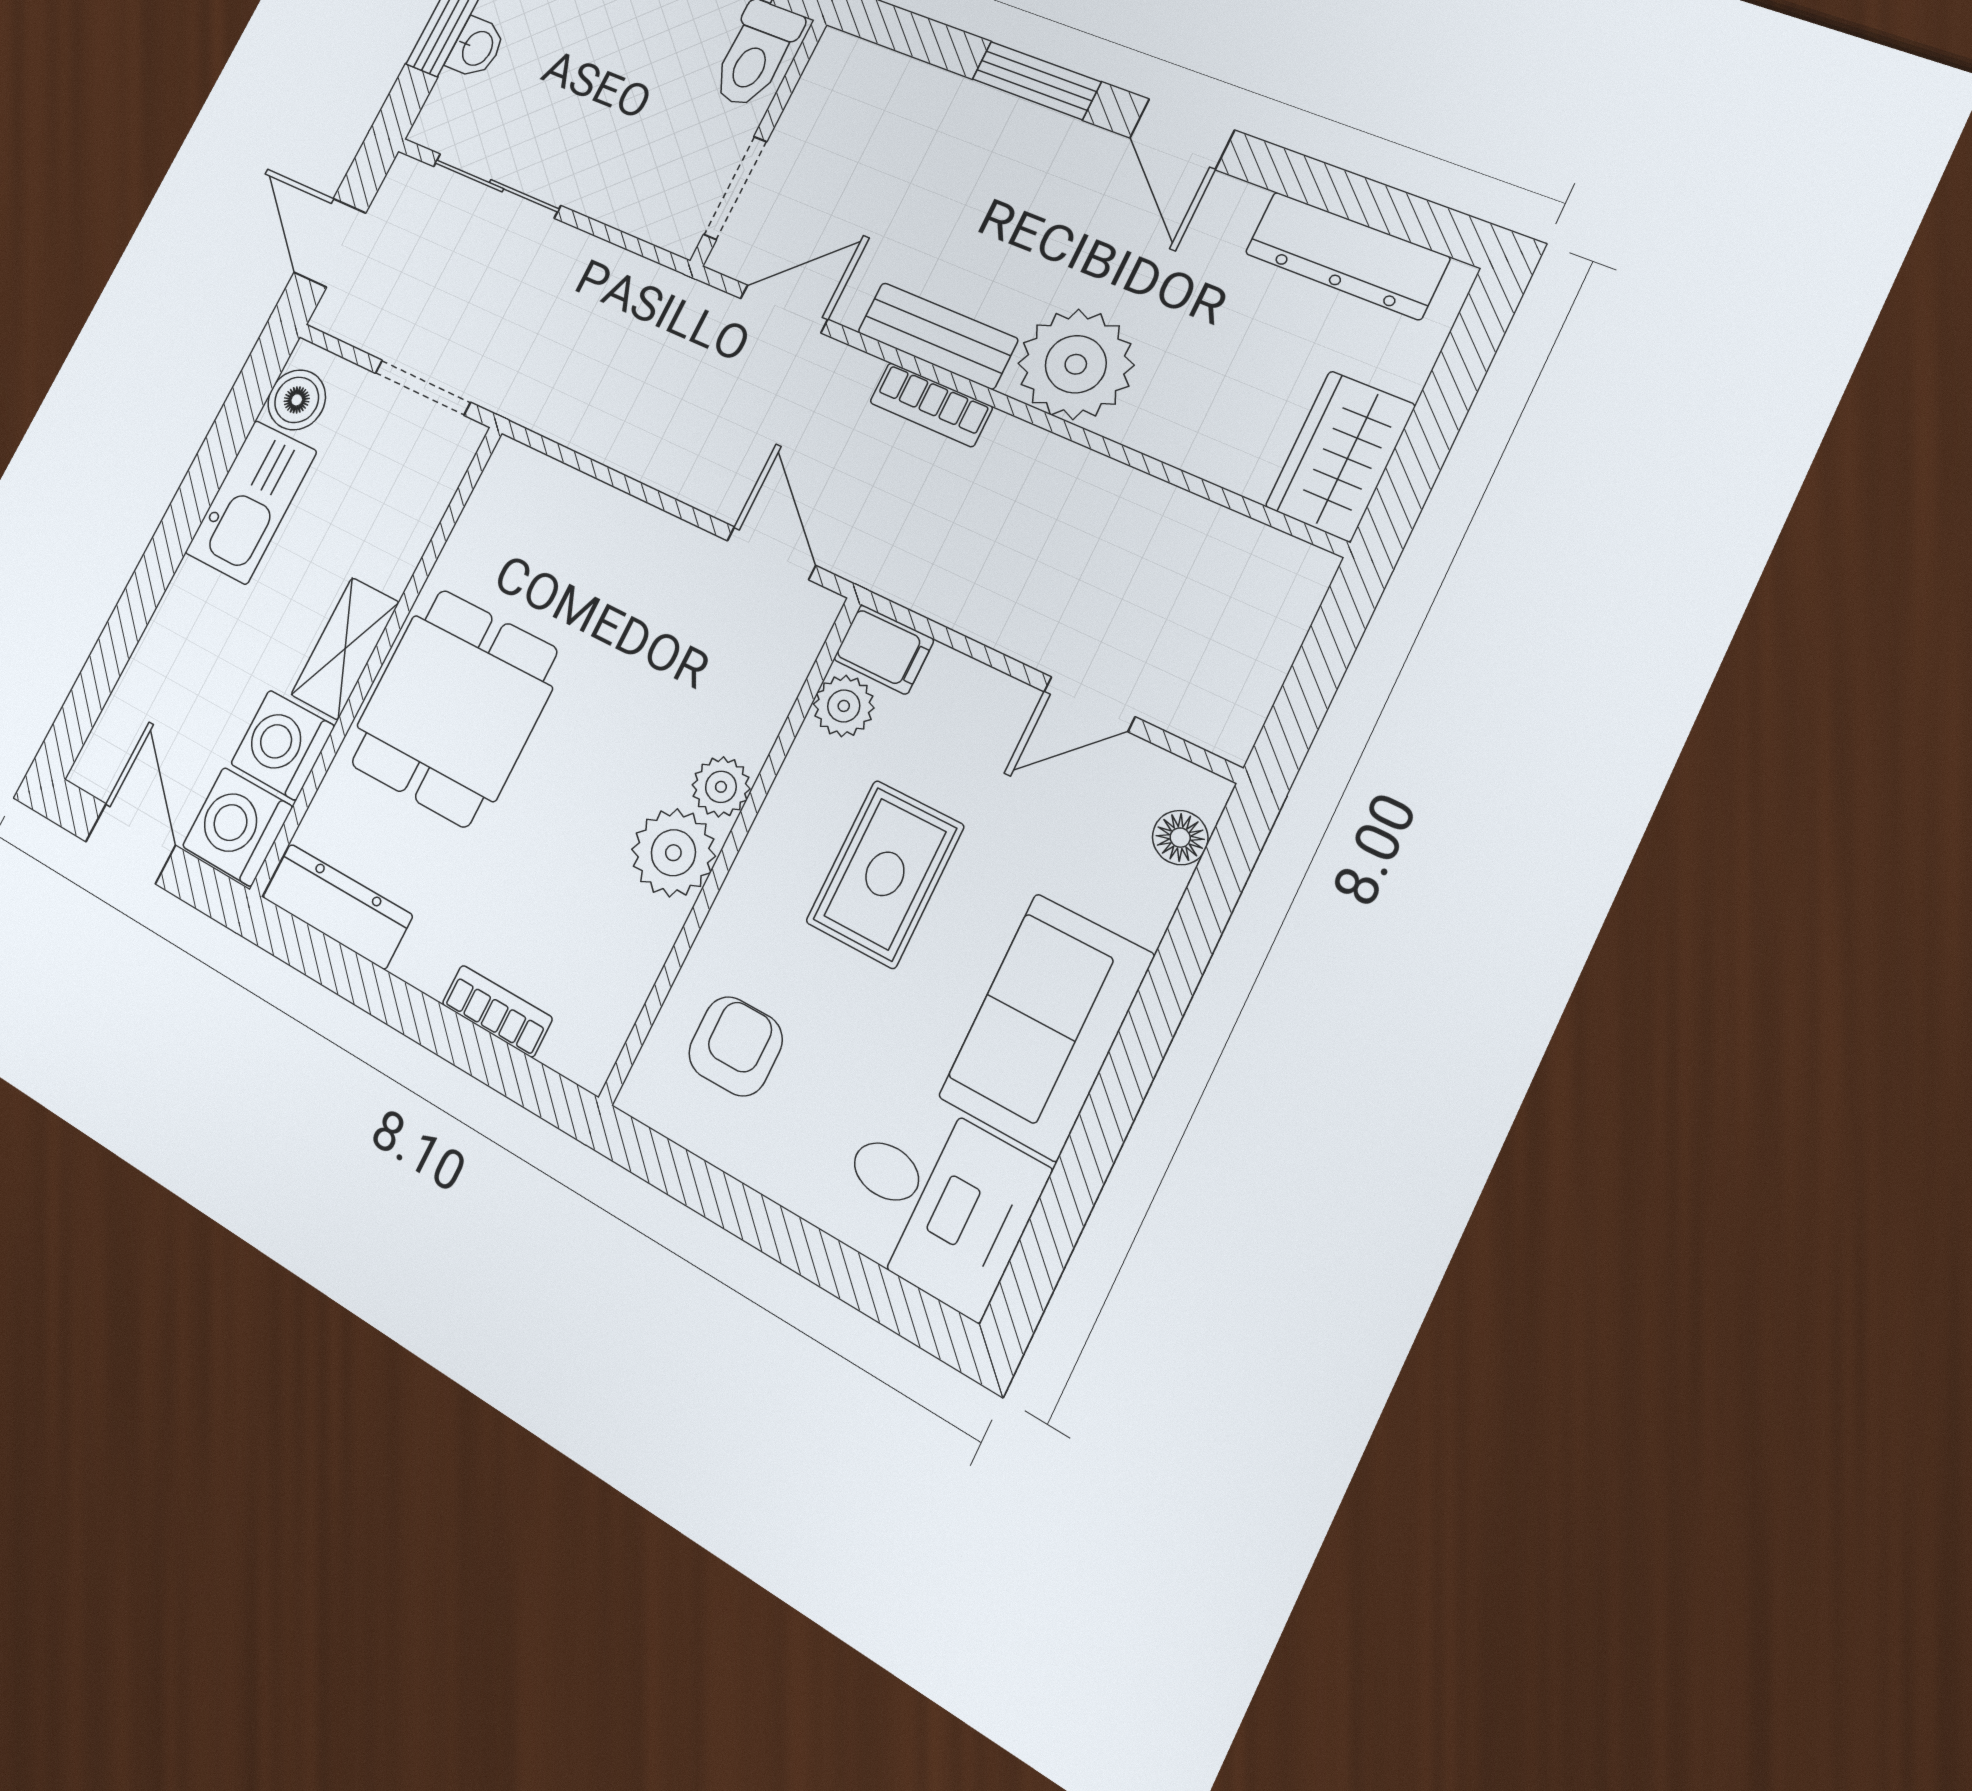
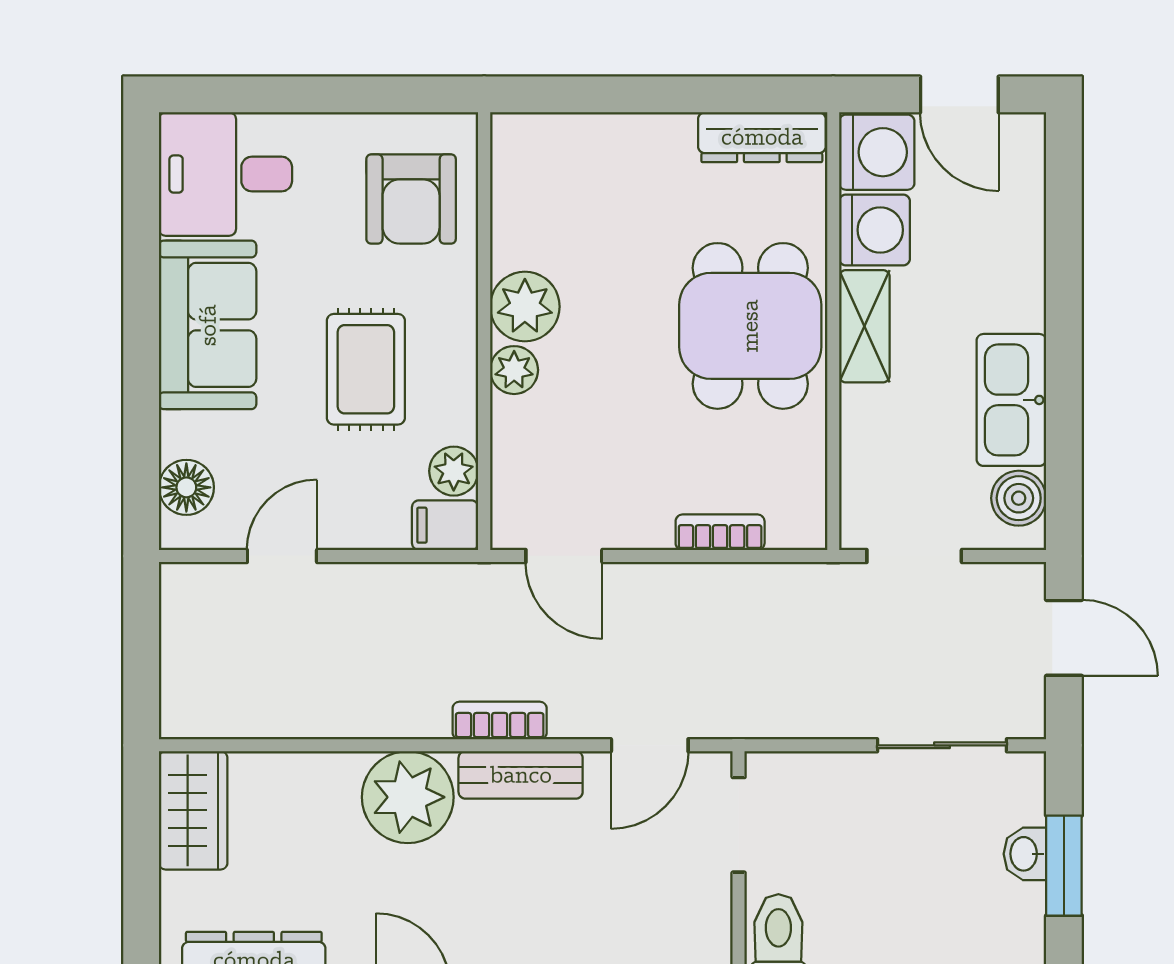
floor lamp: (1180, 838) -> (186, 487), width x1.37, depth x1.37
bookcase: (497, 1011) -> (720, 532), moved, turned 180
armchair: (736, 1046) -> (411, 199), width x1.38, depth x1.38

